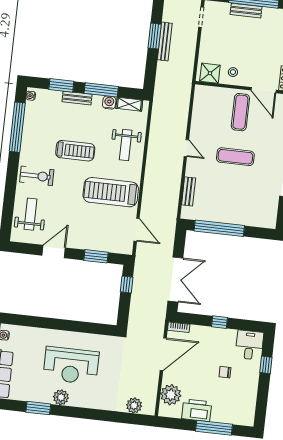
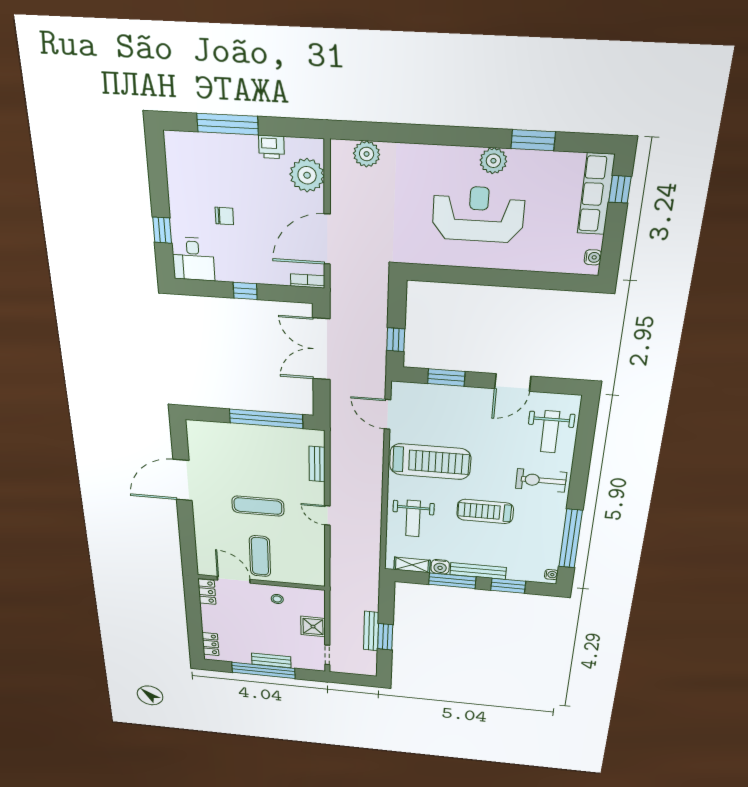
shower: (210, 73) -> (313, 627), moved
bench: (77, 98) -> (478, 571), width x1.36
weight bench: (126, 145) -> (413, 518), turned 180
printer: (197, 410) -> (271, 147), width x0.53, depth x0.68

